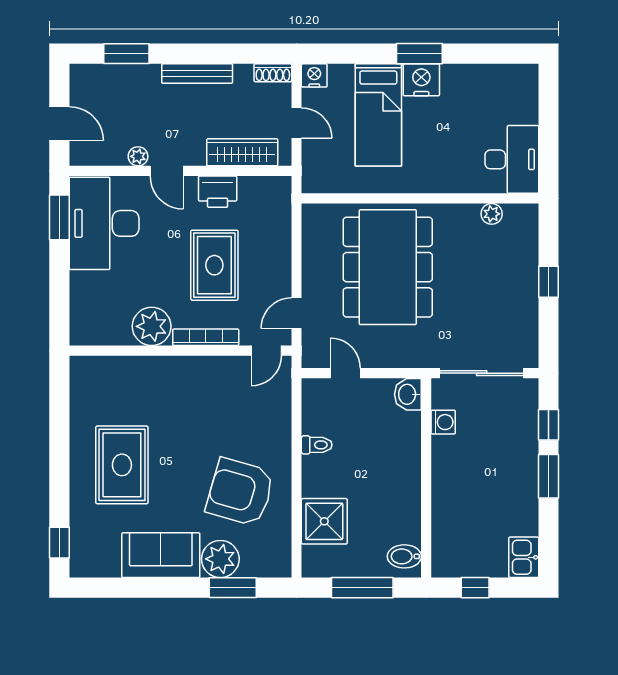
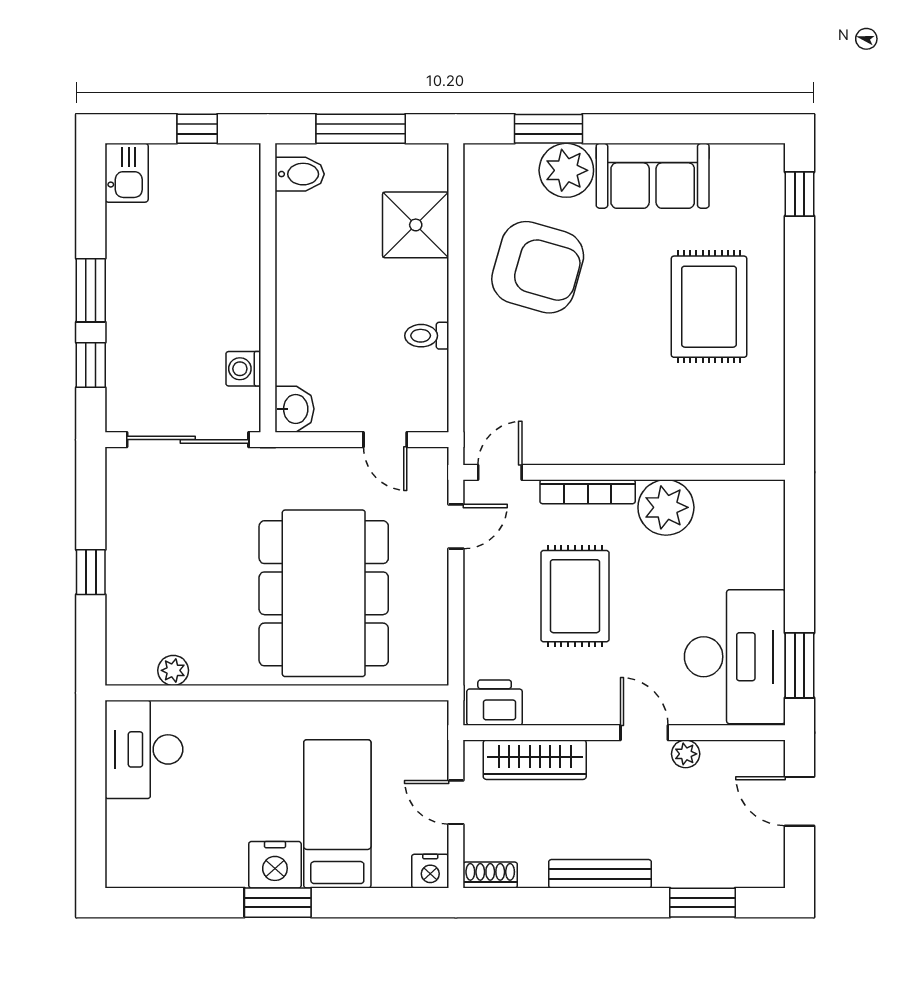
printer: (218, 192) -> (495, 703), moved

